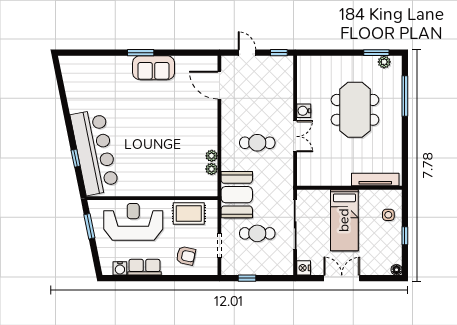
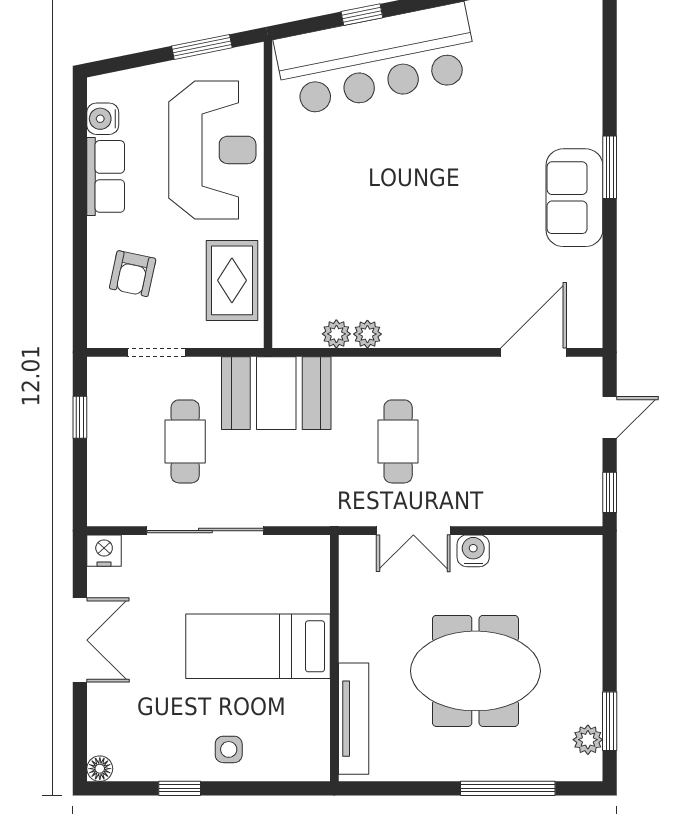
tv unit: (375, 180) -> (354, 719), moved
wall: (349, 188) -> (334, 658), moved
bed: (344, 220) -> (258, 646), moved

